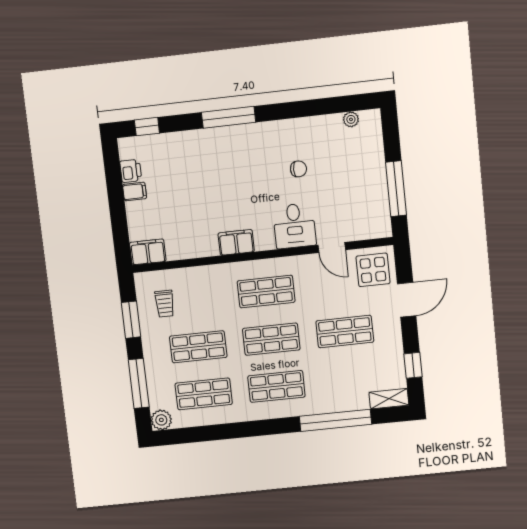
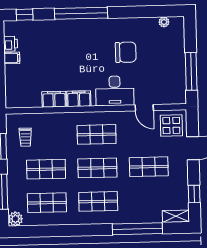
window: (229, 117) -> (81, 13), width x1.46
chair: (298, 169) -> (126, 52), width x1.87, depth x1.87
desk: (294, 226) -> (115, 91), width x1.37
filing cabinet: (148, 252) -> (54, 99), moved

